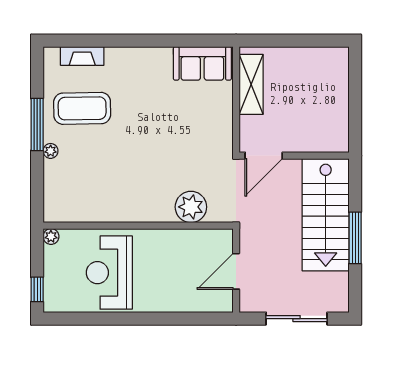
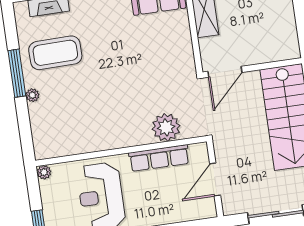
row of seats: (179, 239) -> (159, 158), added

